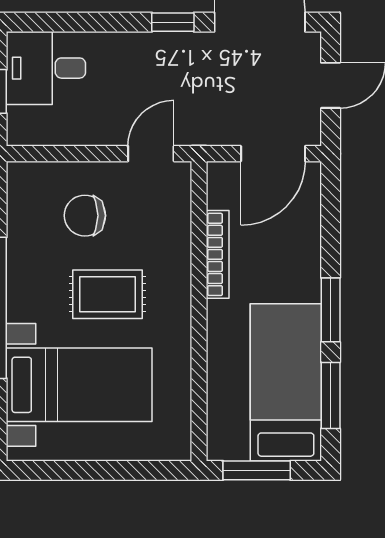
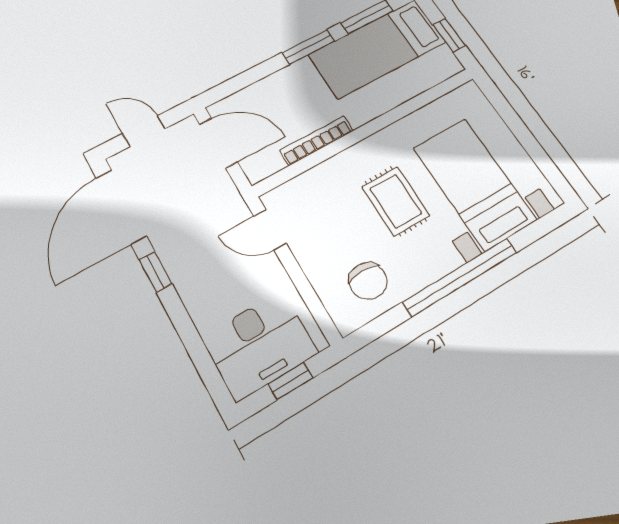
desk: (46, 68) -> (260, 345), width x1.37
chair: (85, 216) -> (368, 281), moved
window: (257, 470) -> (449, 35), width x0.67

